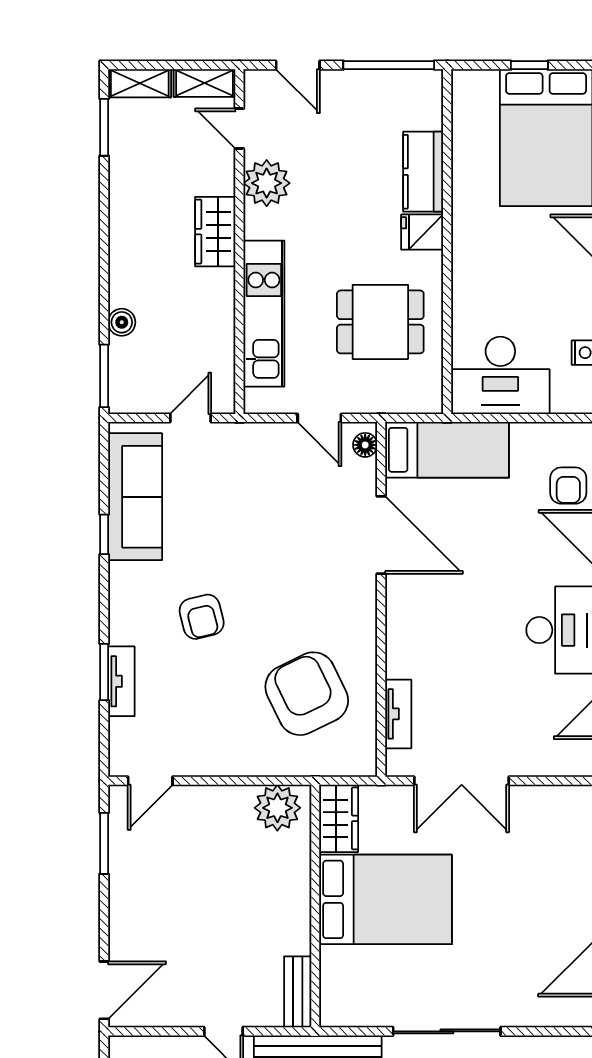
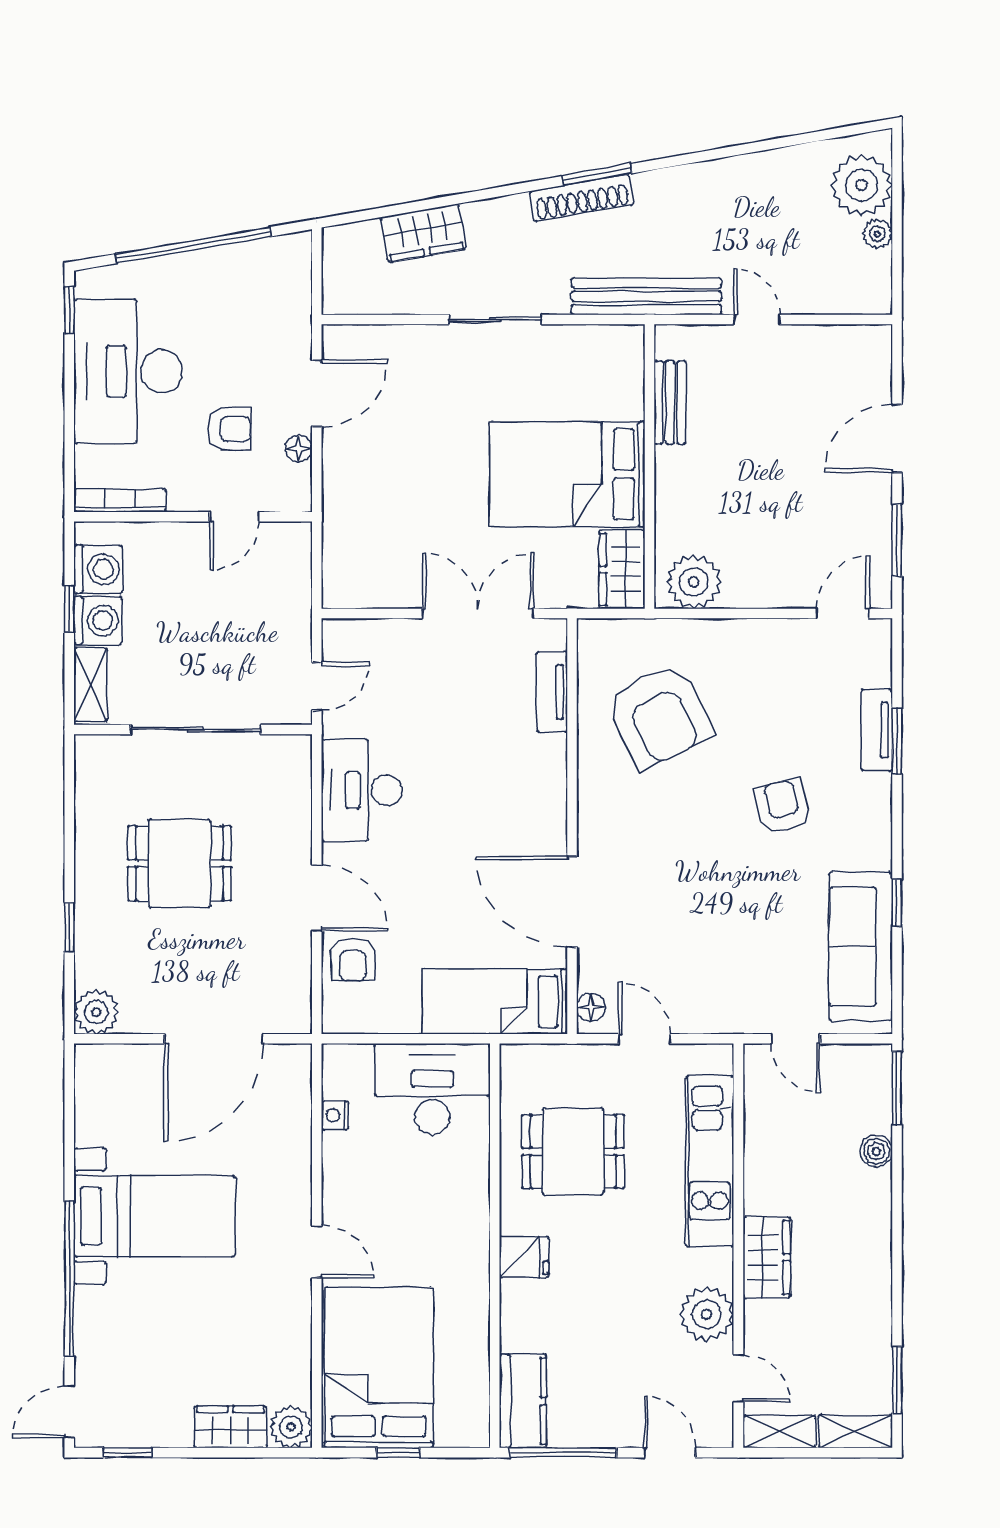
kitchen counter: (423, 172) -> (523, 1401), moved
door: (191, 418) -> (796, 1039), hinge flipped
armchair: (568, 486) -> (353, 960), turned 180
door: (104, 990) -> (897, 438), moved
bench: (298, 992) -> (670, 402), moved
sliding door: (447, 1031) -> (495, 320), width x0.73

